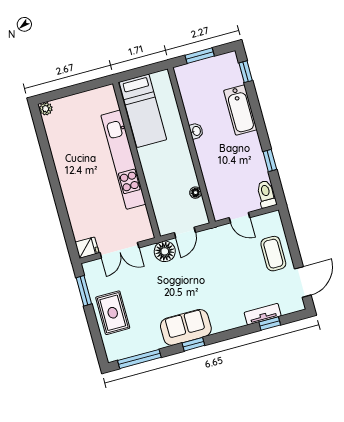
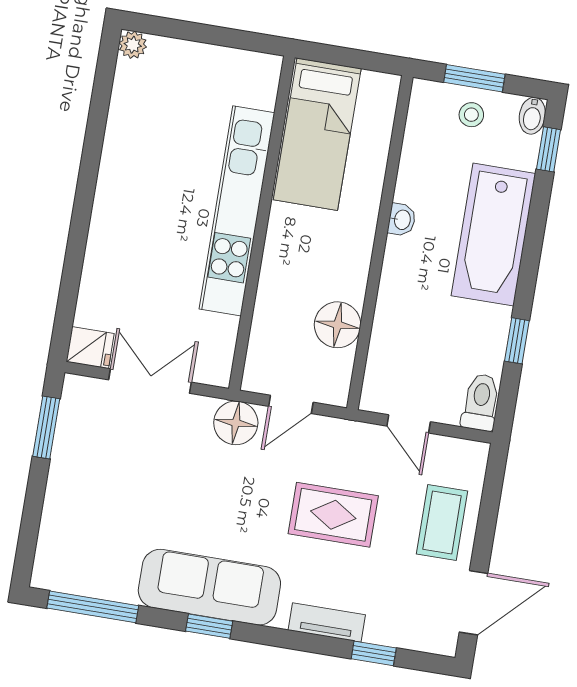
bidet: (232, 60) -> (532, 116), added
stool: (205, 72) -> (471, 115), added
bathtub: (240, 110) -> (493, 235), width x1.36, depth x1.36
floor lamp: (196, 193) -> (338, 325), width x1.89, depth x1.89
double door: (119, 250) -> (150, 381), swing flipped
rug: (113, 313) -> (333, 515), moved, turned 90
tv unit: (263, 314) -> (327, 622), moved
sofa: (186, 327) -> (209, 587), width x1.36

